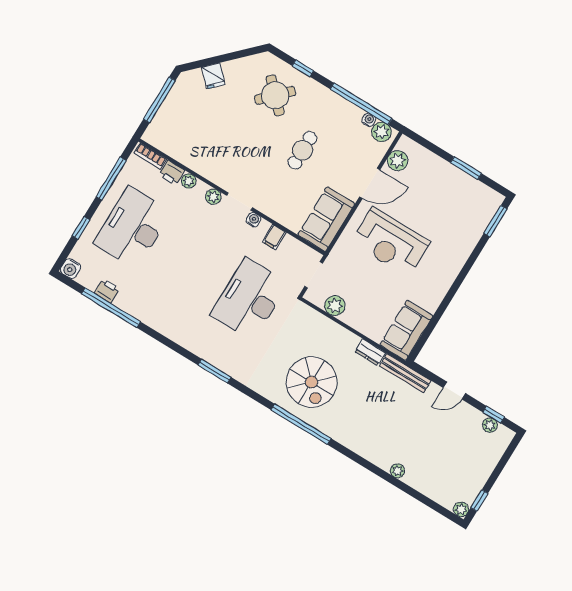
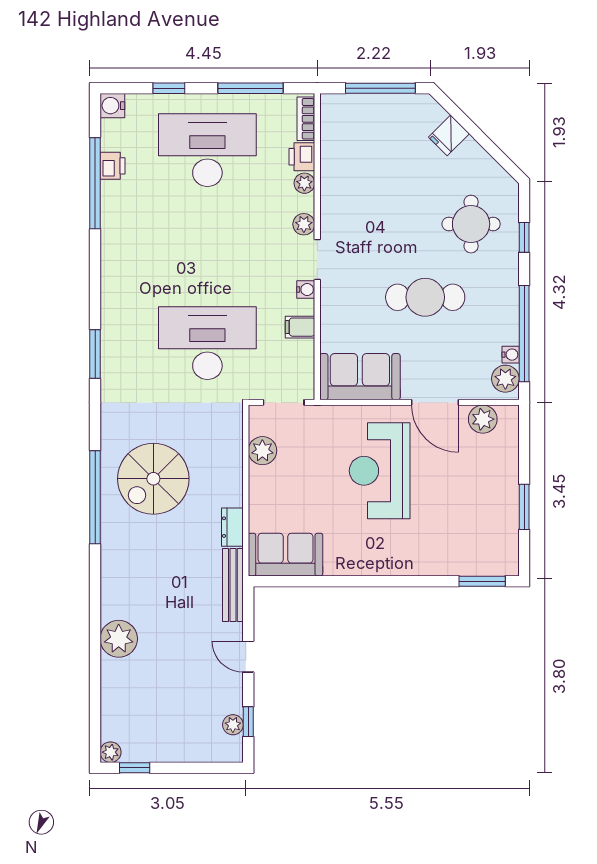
round table: (275, 95) -> (471, 224), turned 45
cafe table: (302, 150) -> (425, 297), width x1.37, depth x1.35
plant: (398, 471) -> (119, 639), width x1.88, depth x1.88

